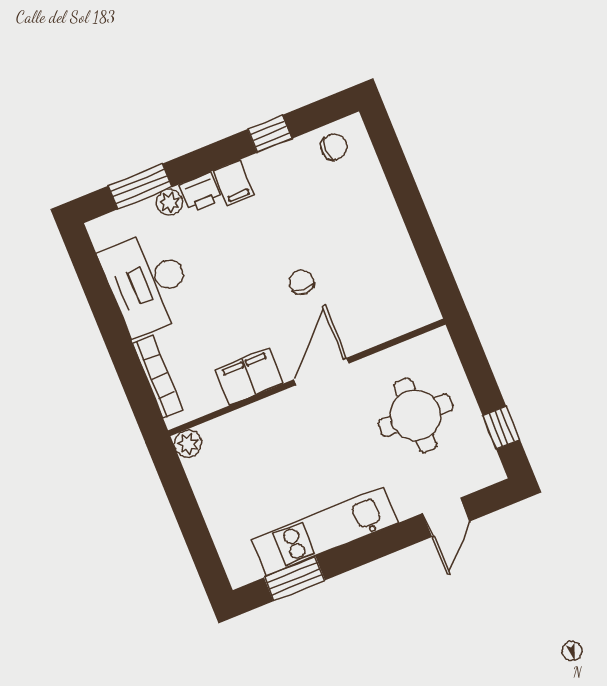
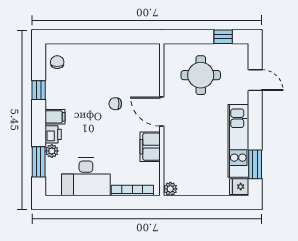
fridge: (243, 566) -> (239, 187), added

